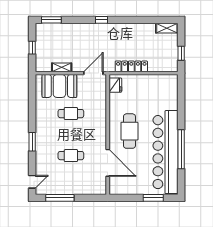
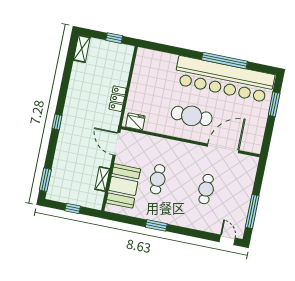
locker: (131, 66) -> (118, 99), width x0.66
window: (32, 142) -> (156, 225), moved

